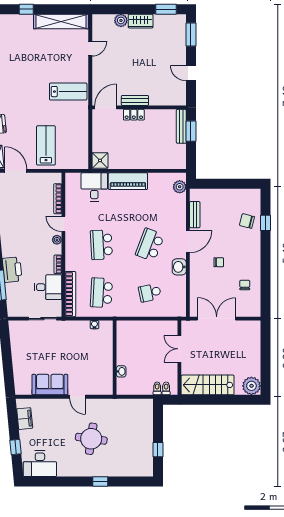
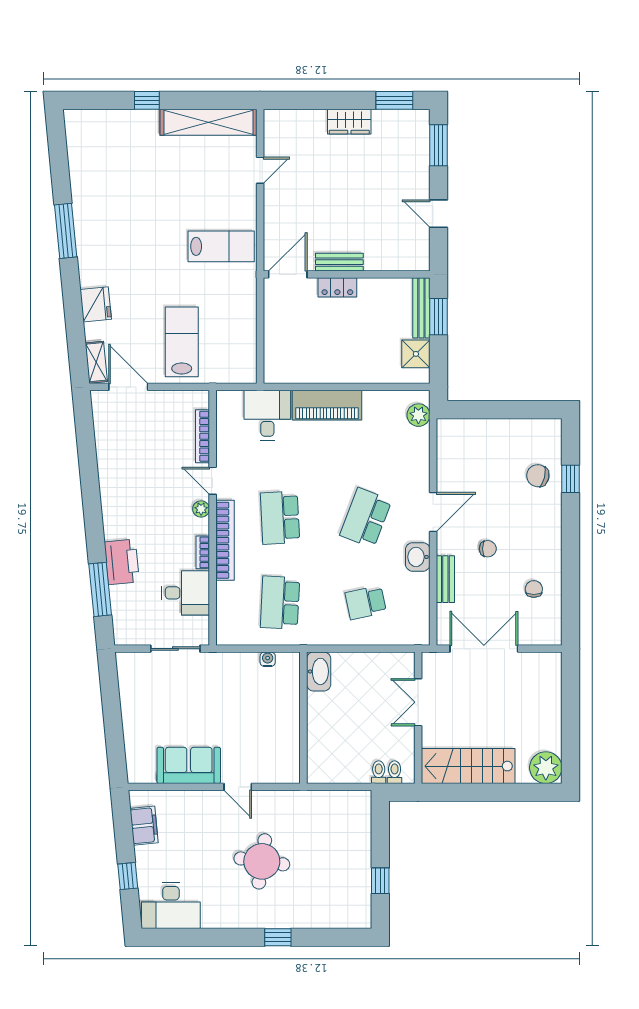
plant: (121, 20) -> (315, 120), removed
shower: (100, 160) -> (416, 354), moved
bench: (195, 215) -> (445, 579), moved
bookcase: (70, 294) -> (225, 540), moved
washbasin: (121, 371) -> (319, 671), moved, width x1.91, depth x1.45

